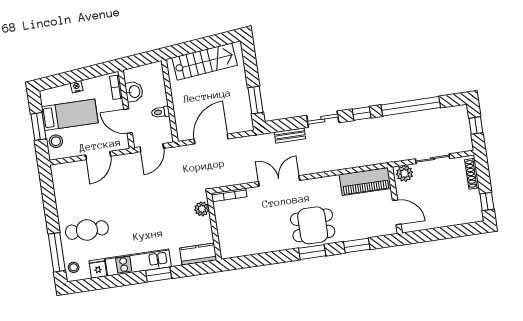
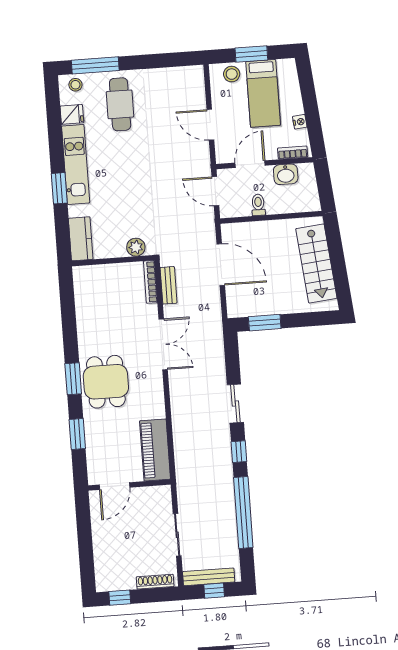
nightstand: (77, 87) -> (300, 122), moved
bench: (465, 131) -> (209, 577), added
bench: (290, 135) -> (169, 285), moved
plant: (405, 173) -> (162, 499), removed

